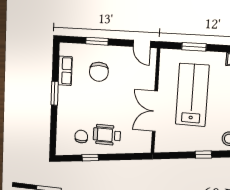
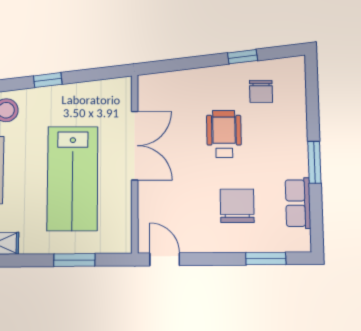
window: (97, 41) -> (266, 259), moved
wheelchair: (107, 135) -> (224, 134), moved, turned -90

